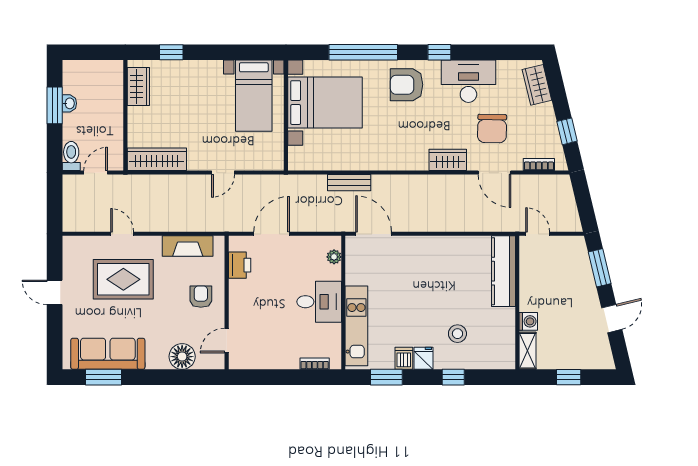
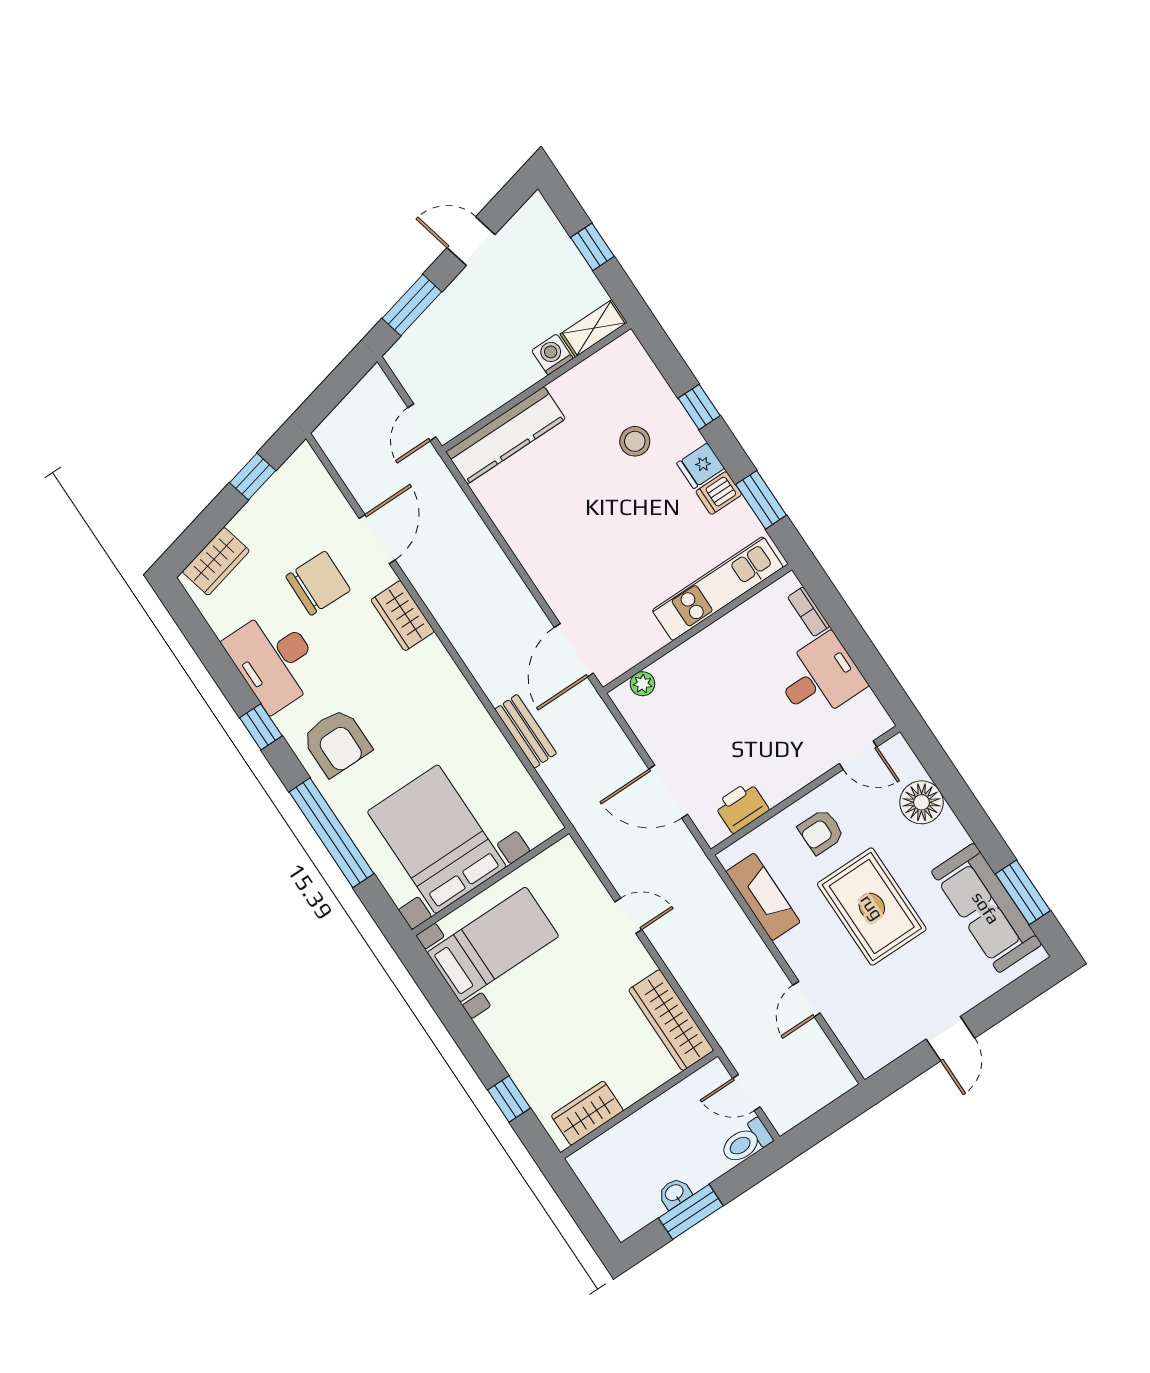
bookcase: (539, 164) -> (325, 485), removed
rug: (123, 279) -> (872, 907), moved
desk: (319, 302) -> (820, 678), moved, turned 90

